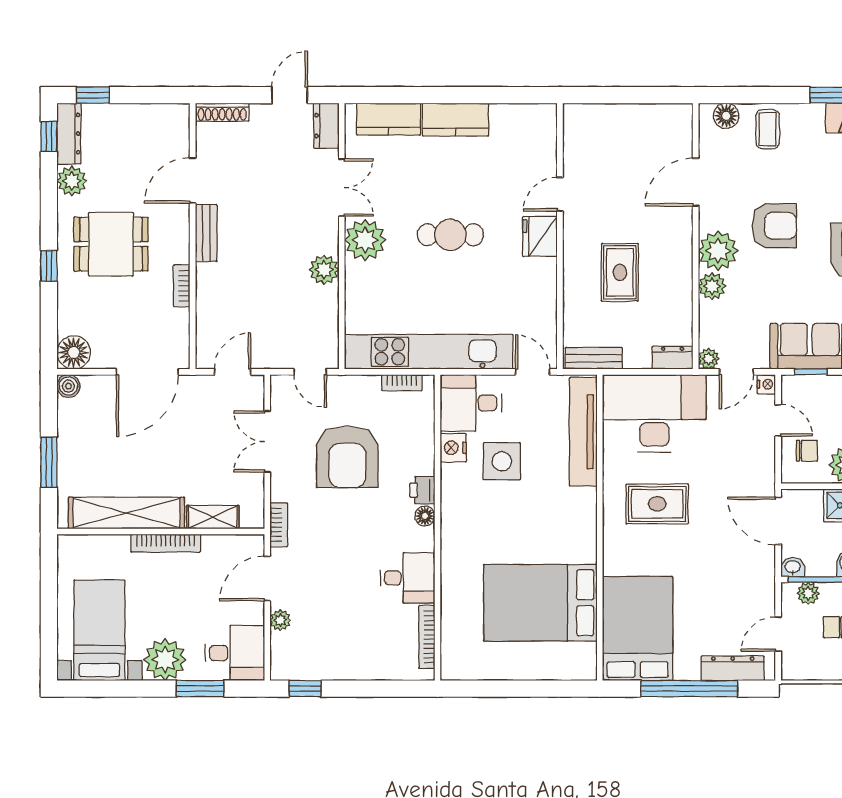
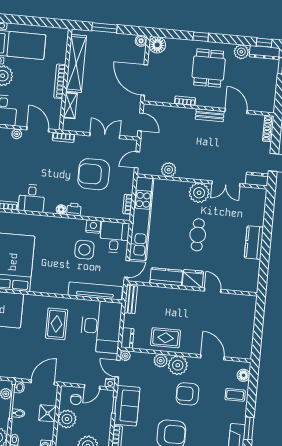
kitchen counter: (388, 119) -> (166, 277), moved, turned 90
armchair: (774, 226) -> (187, 394), turned 90
plant: (324, 270) -> (169, 170), moved
rug: (620, 272) -> (166, 338), moved

